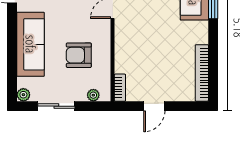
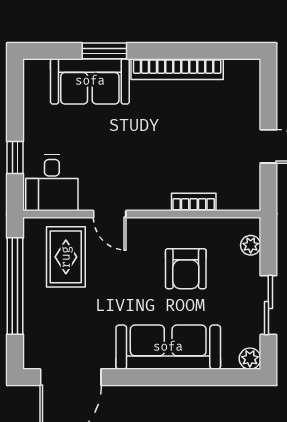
bookcase: (202, 73) -> (177, 69), moved
bookcase: (120, 88) -> (194, 202), moved

